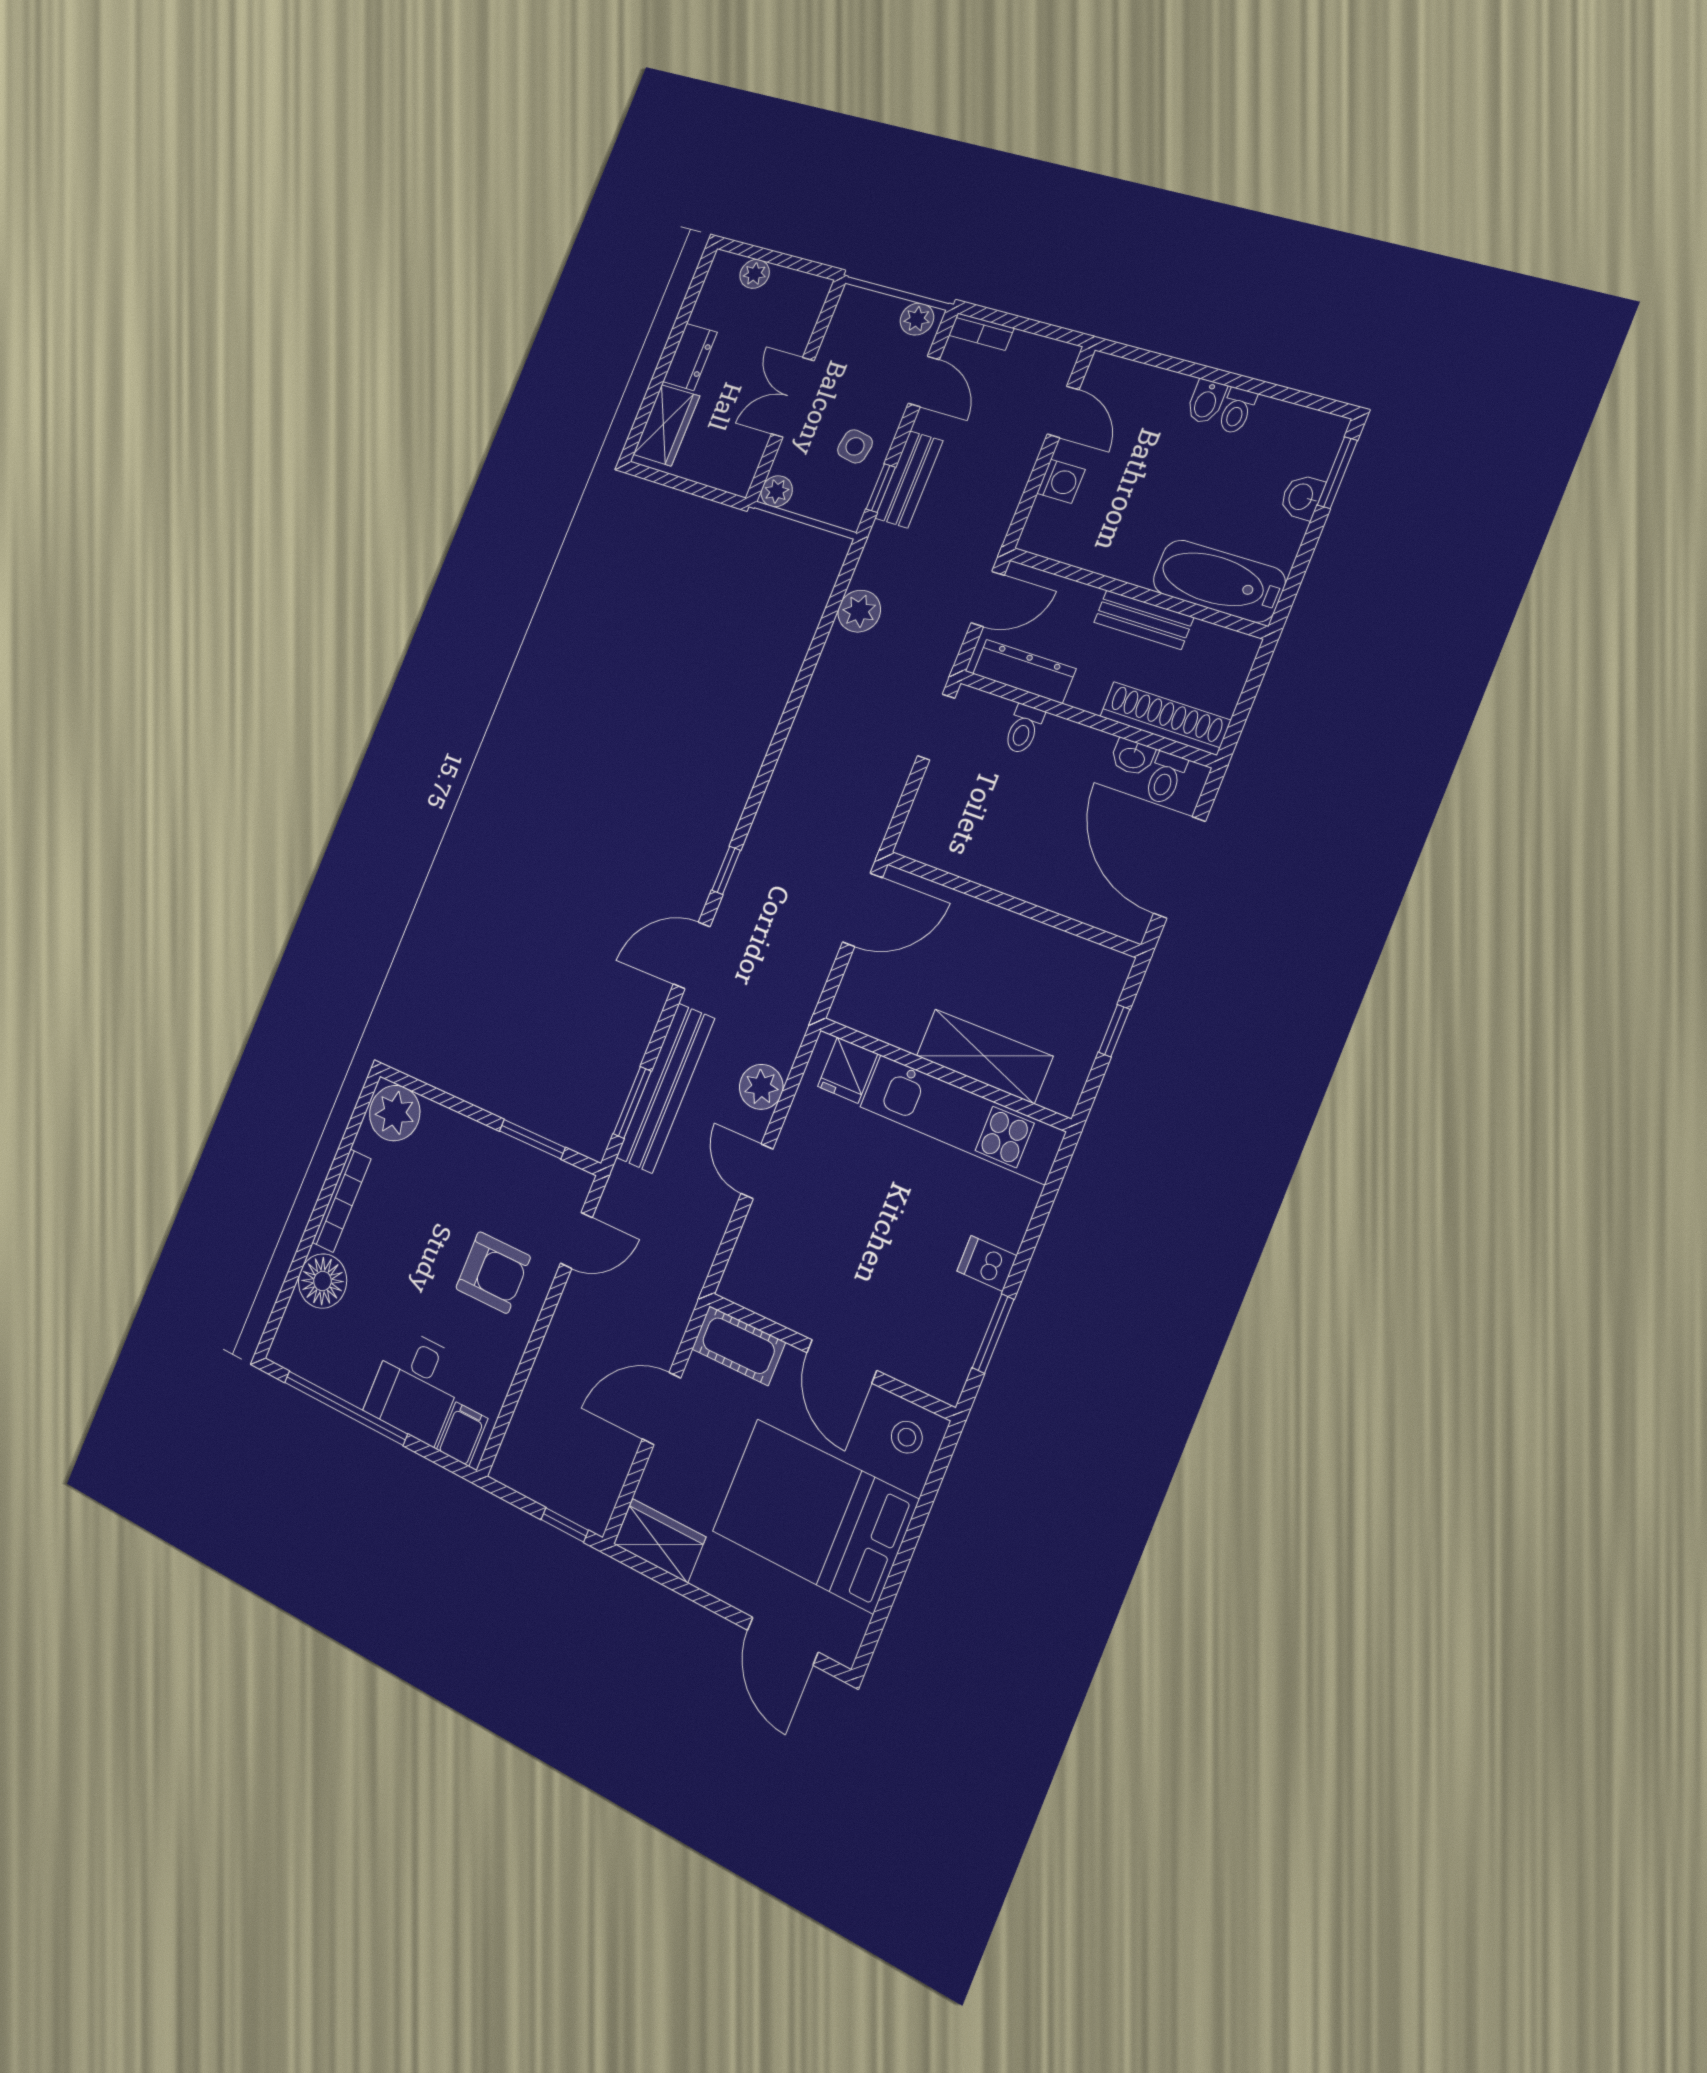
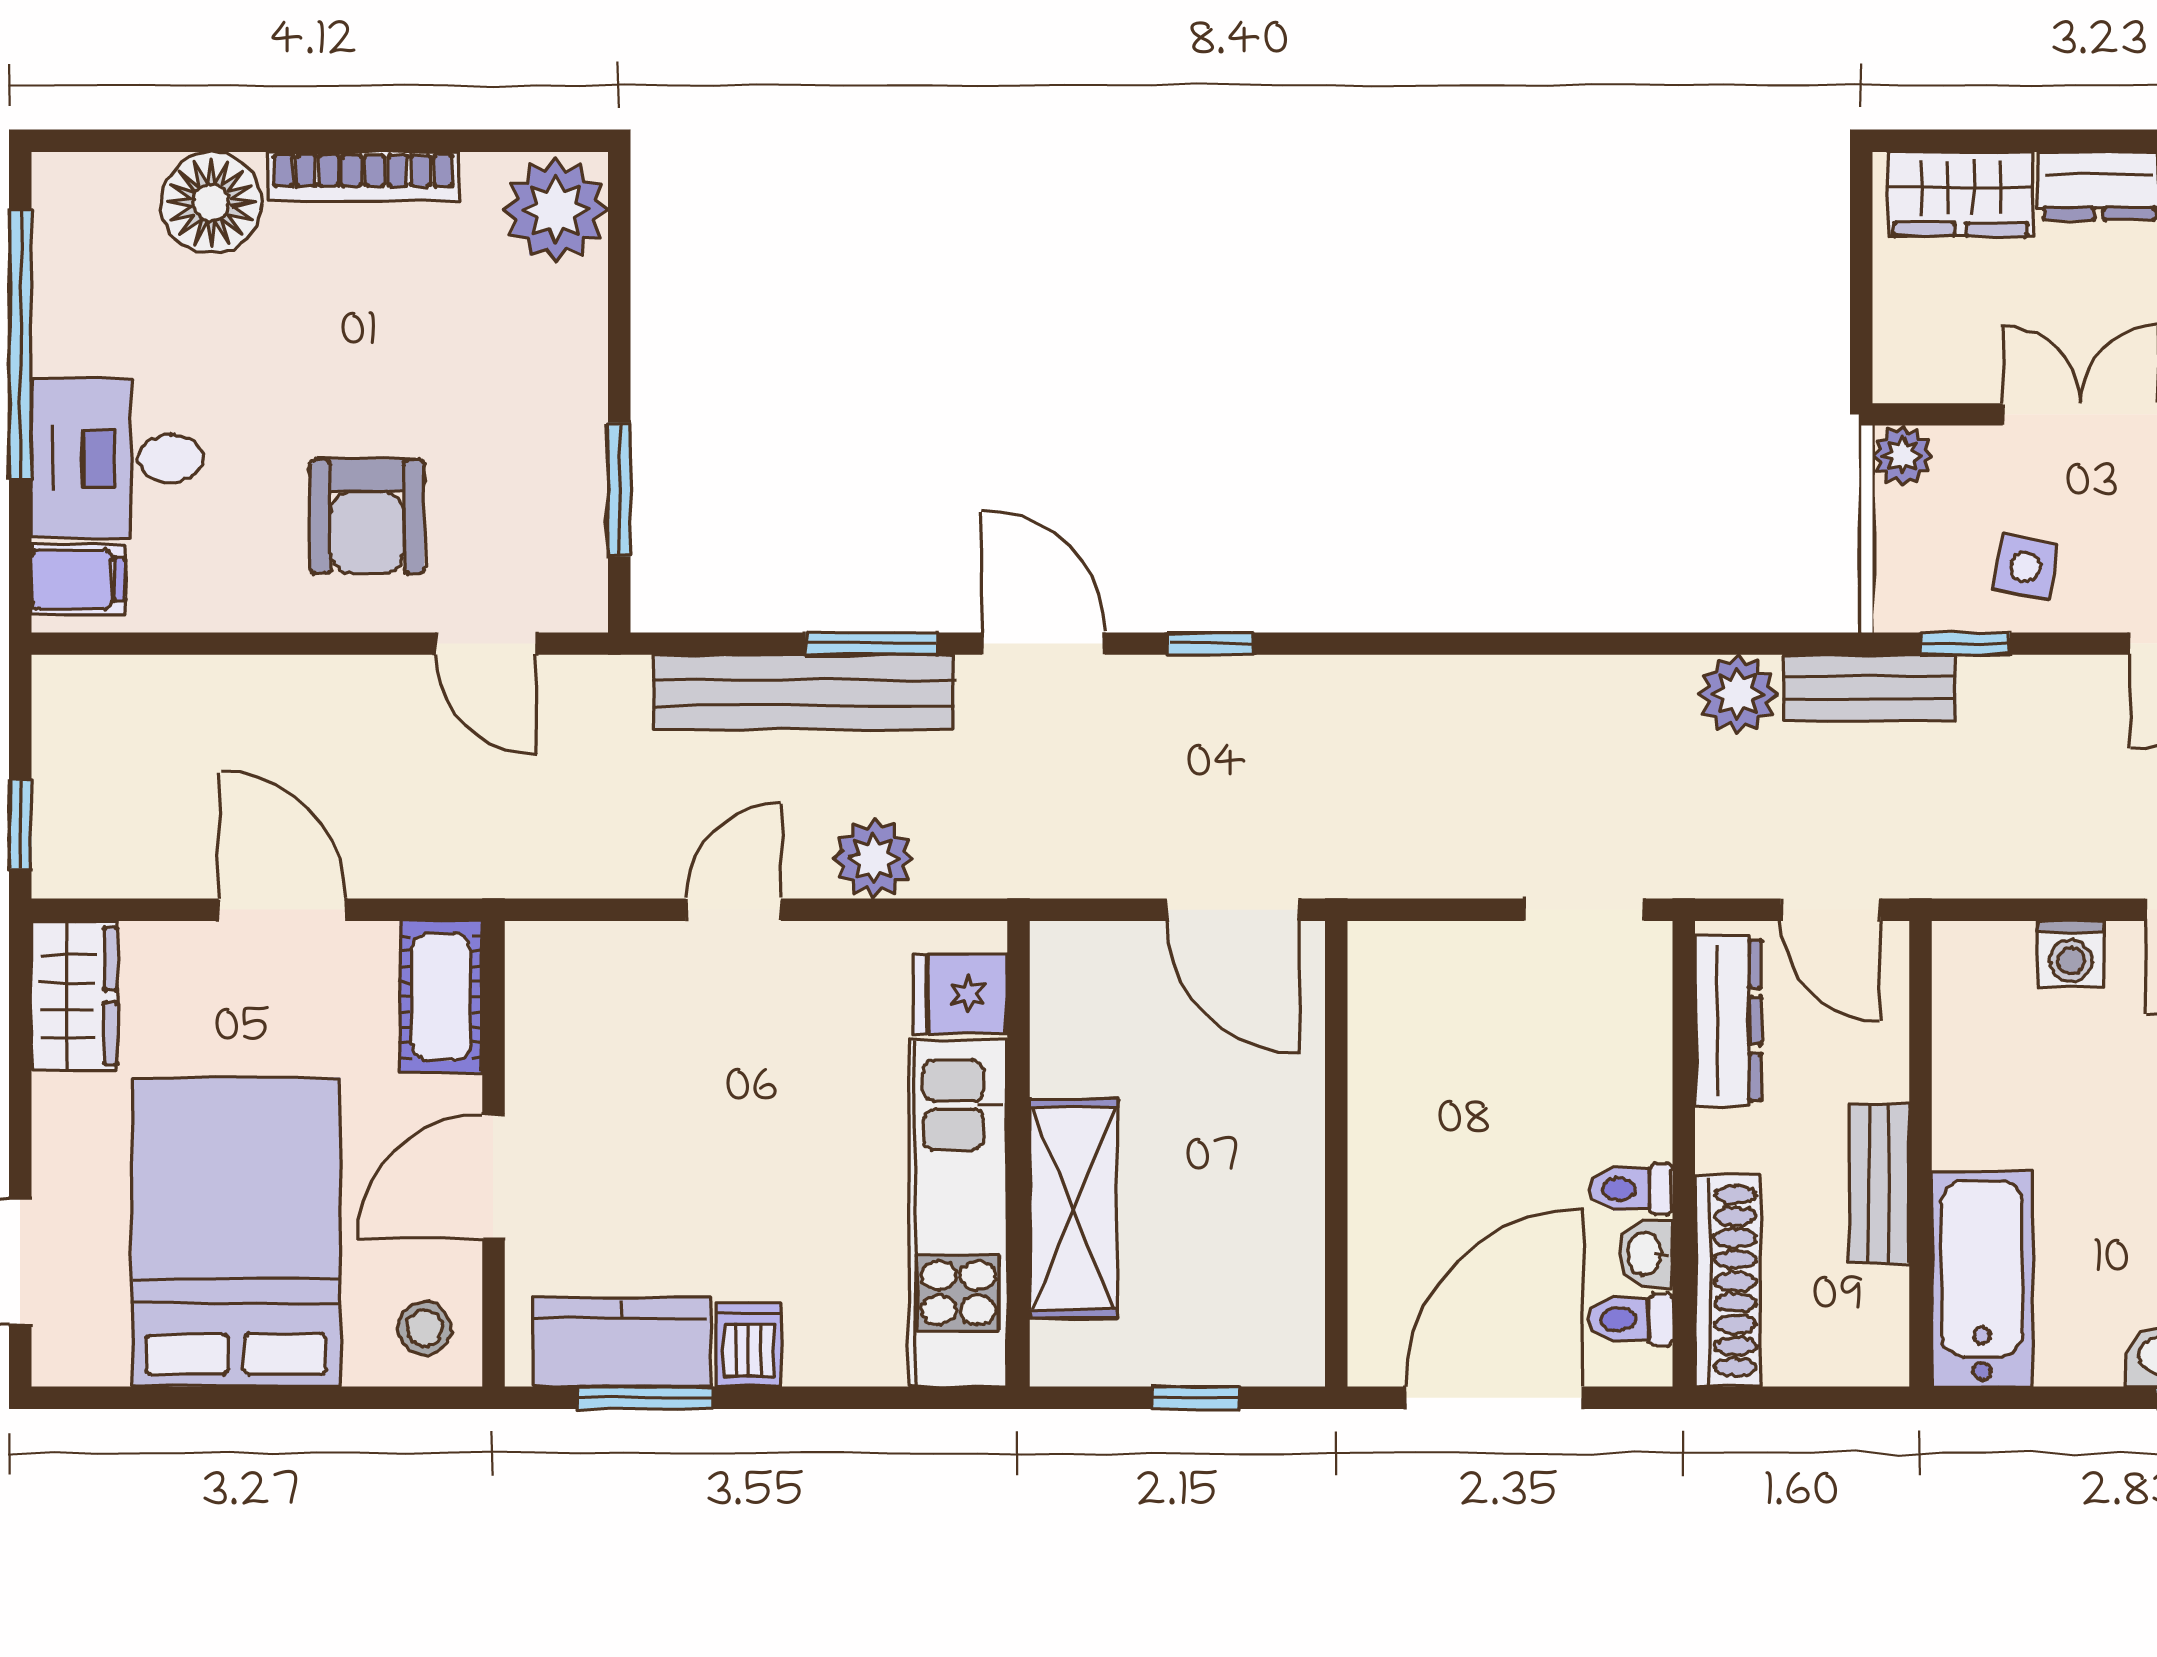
bench: (909, 479) -> (1870, 688), moved
toilet: (1023, 729) -> (1631, 1189), moved
window: (632, 1102) -> (871, 644), moved
kitchen counter: (958, 1333) -> (621, 1342), added

